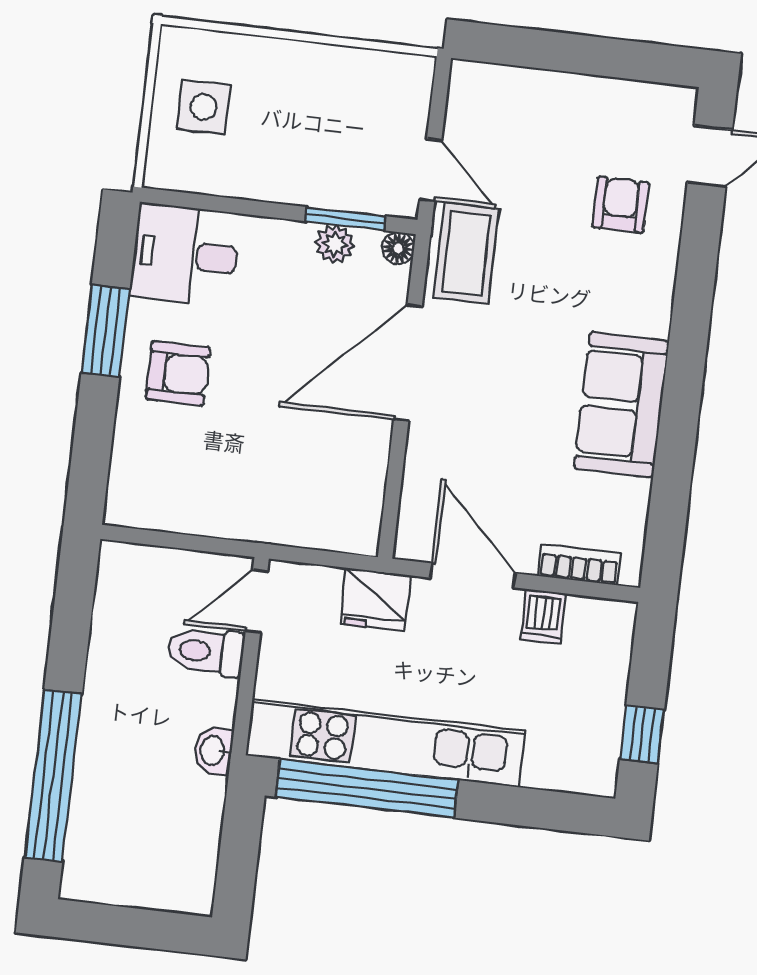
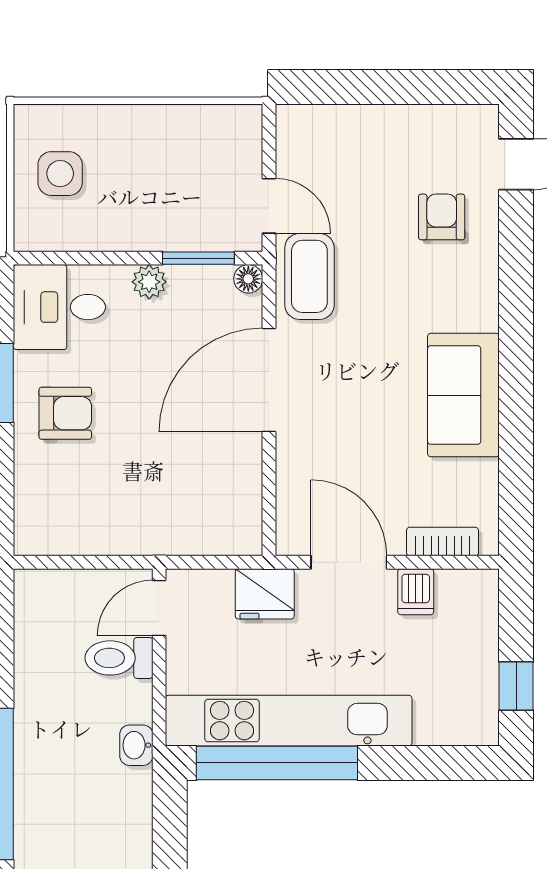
plant: (335, 244) -> (149, 282), moved

